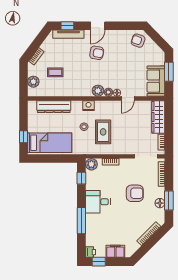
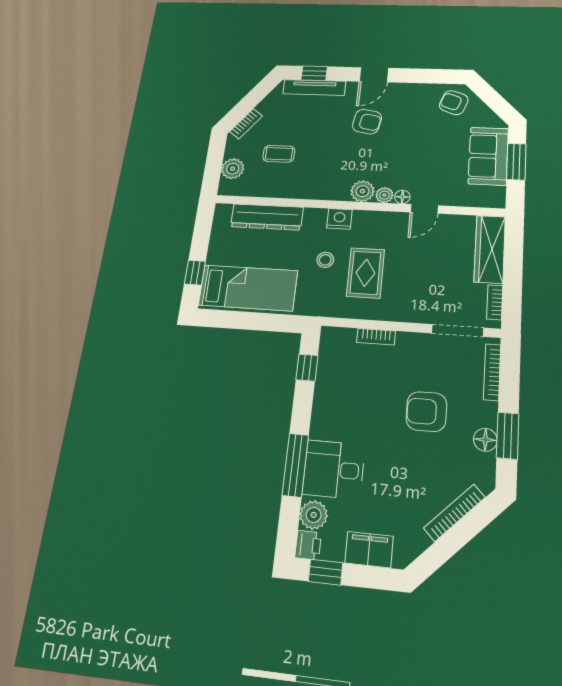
sofa: (156, 81) -> (488, 156), moved
plant: (91, 164) -> (314, 515), moved
armchair: (135, 193) -> (426, 412), turned 180
desk: (98, 202) -> (334, 469), moved

